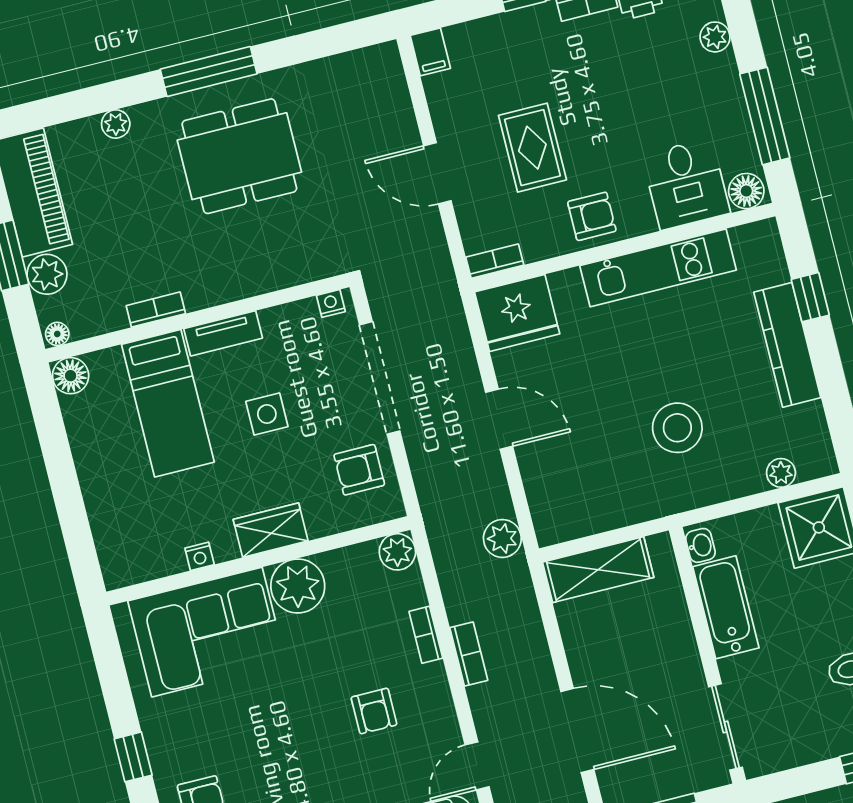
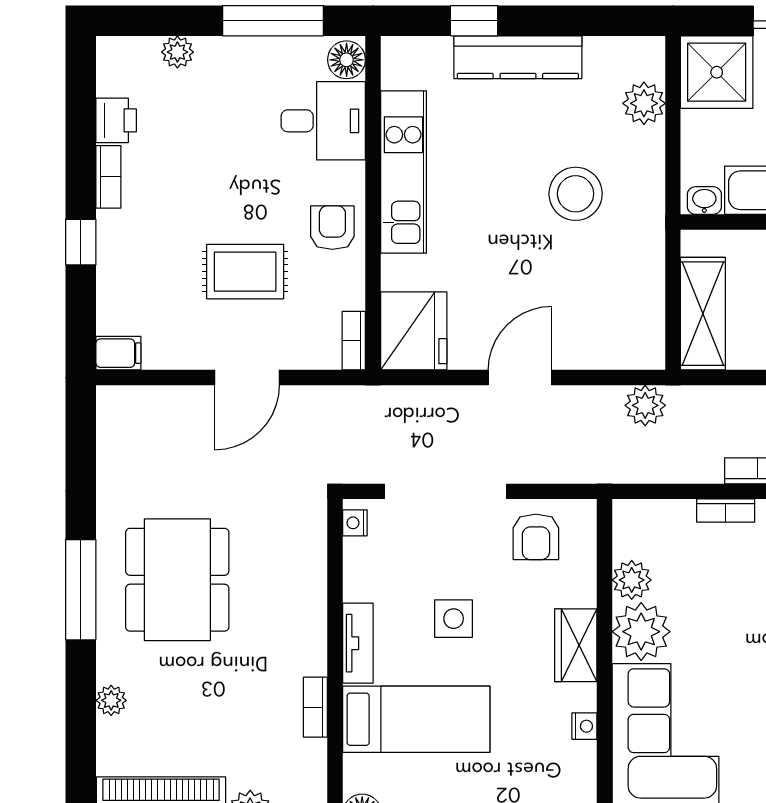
plant: (781, 473) -> (644, 103), width x1.38, depth x1.38
plant: (397, 552) -> (632, 580), moved

